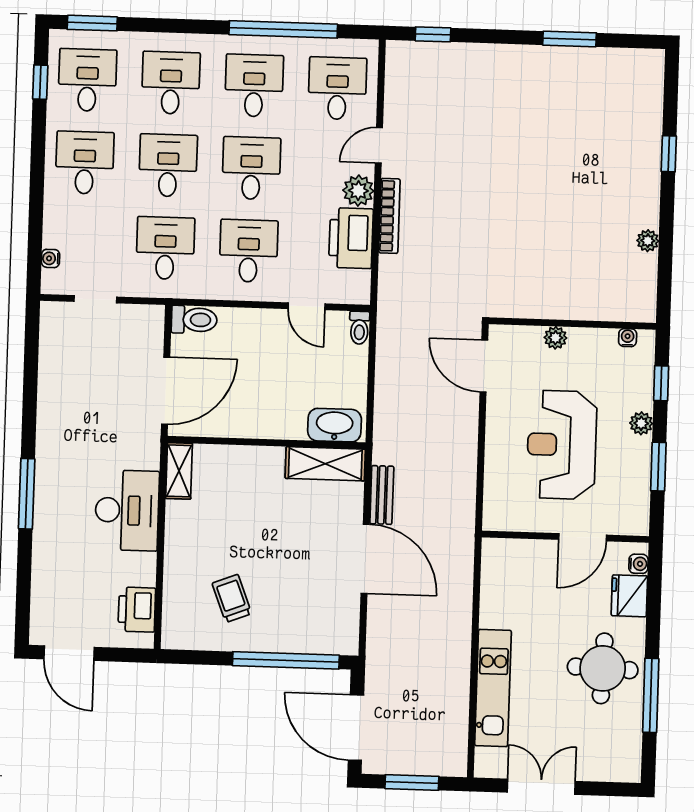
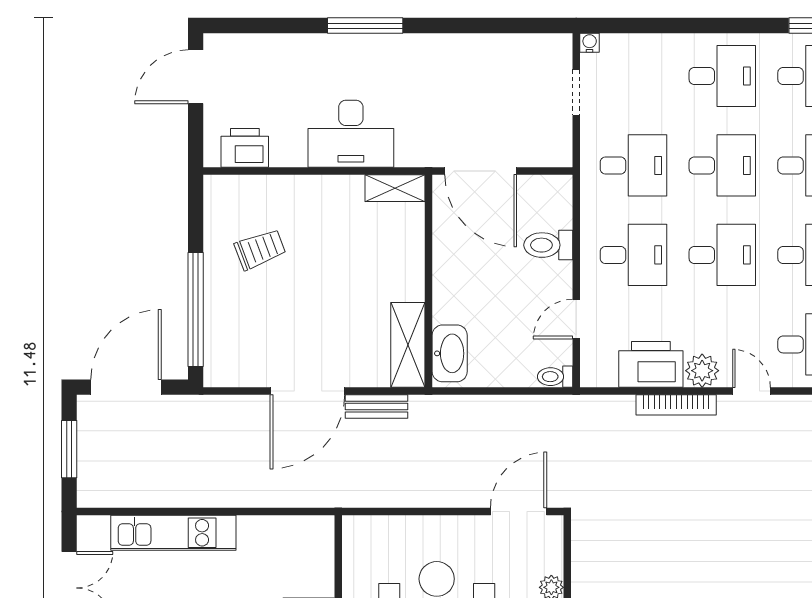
water cooler: (51, 258) -> (590, 43), moved
toilet: (194, 320) -> (548, 245), moved, turned 90

